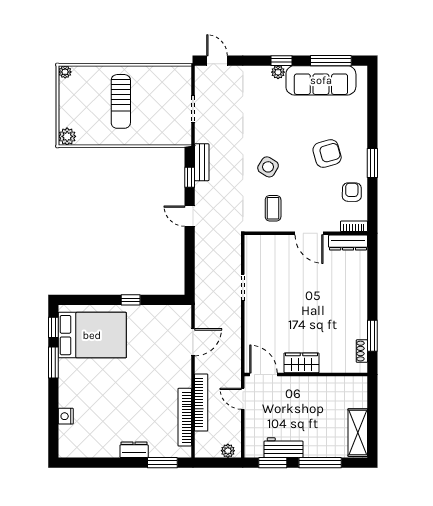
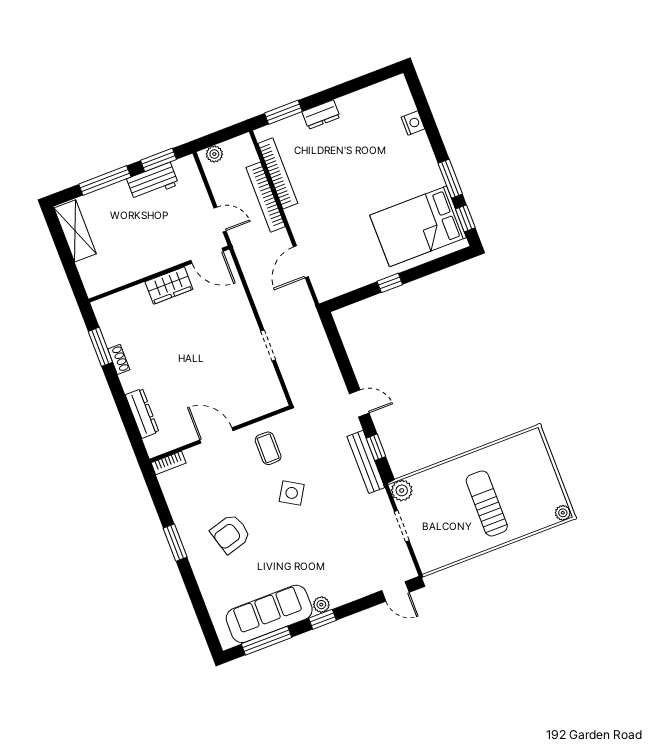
plant: (67, 136) -> (402, 490), moved
bench: (202, 162) -> (366, 462), width x1.36
armchair: (352, 192) -> (186, 501), removed
dresser: (348, 243) -> (142, 413), moved, turned 90
shoe rack: (362, 351) -> (119, 359), moved

